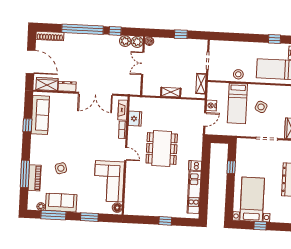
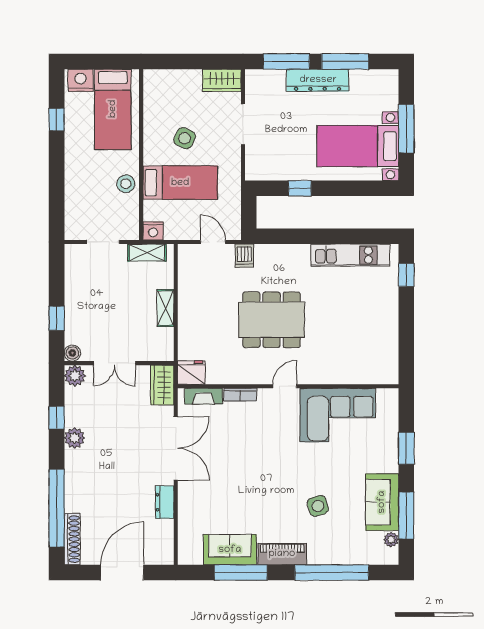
window: (82, 29) -> (57, 508), moved
window: (181, 34) -> (57, 318), moved
plant: (125, 41) -> (75, 438), moved
wardrobe: (47, 84) -> (162, 385), moved
nightstand: (211, 106) -> (153, 231), moved
sofa: (40, 115) -> (230, 550), width x0.73
fridge: (135, 119) -> (191, 372), moved
window: (27, 125) -> (241, 573), width x2.17
dishwasher: (195, 166) -> (244, 256), moved
window: (25, 174) -> (332, 573), width x1.46
piano: (35, 178) -> (282, 554), moved
floor lamp: (117, 208) -> (386, 397), removed
window: (165, 221) -> (406, 275), moved
window: (260, 226) -> (406, 129), width x2.17

